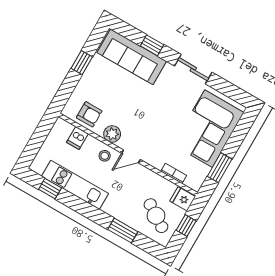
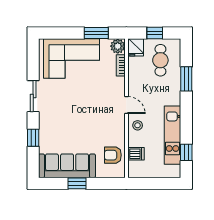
sofa: (132, 57) -> (67, 166), moved, turned -90
armchair: (89, 114) -> (113, 155), turned -90
plant: (112, 134) -> (118, 46), moved
cafe table: (156, 216) -> (160, 60), turned -33

